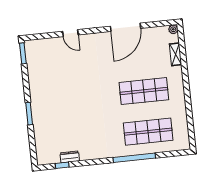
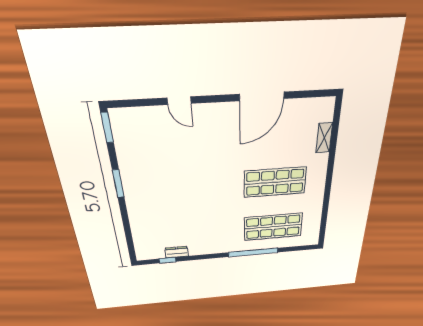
plant: (173, 29) -> (329, 103), removed
window: (29, 114) -> (118, 184), moved

